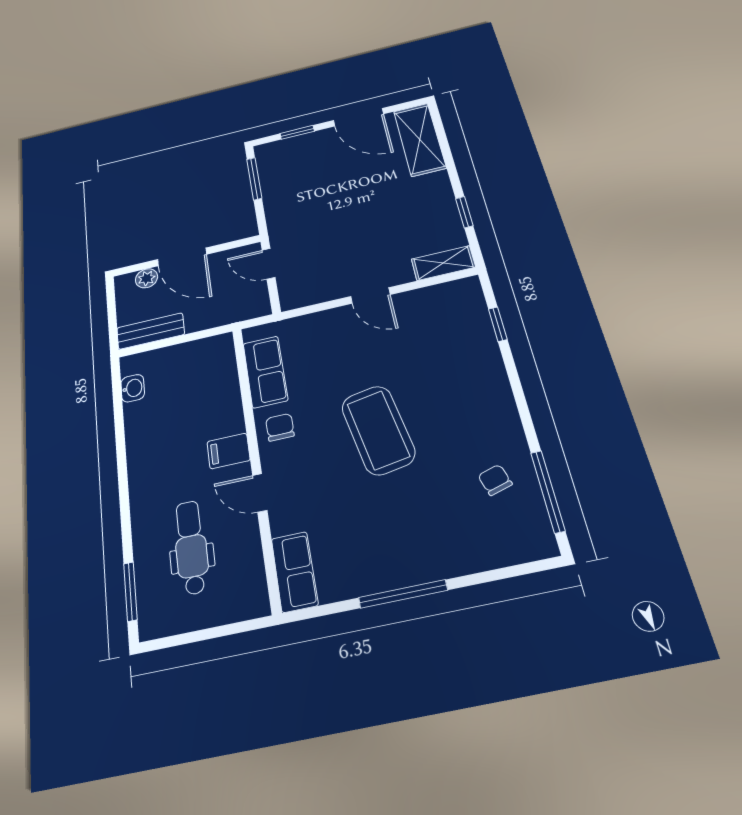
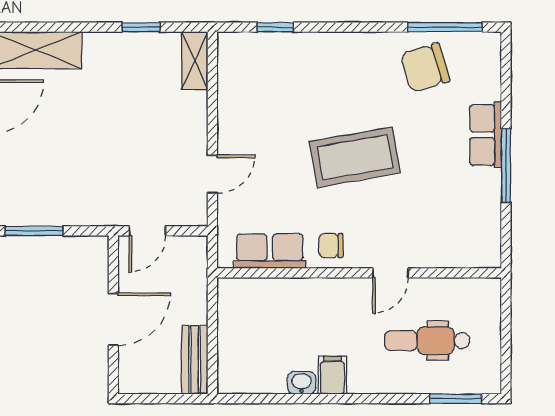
plant: (147, 278) -> (130, 359), removed
door: (370, 295) -> (212, 174), moved
washbasin: (133, 388) -> (302, 383), moved
filing cabinet: (228, 451) -> (332, 375), moved, turned 180
chair: (495, 480) -> (425, 68), width x1.87, depth x1.87
row of seats: (295, 572) -> (486, 135), moved, turned -90

